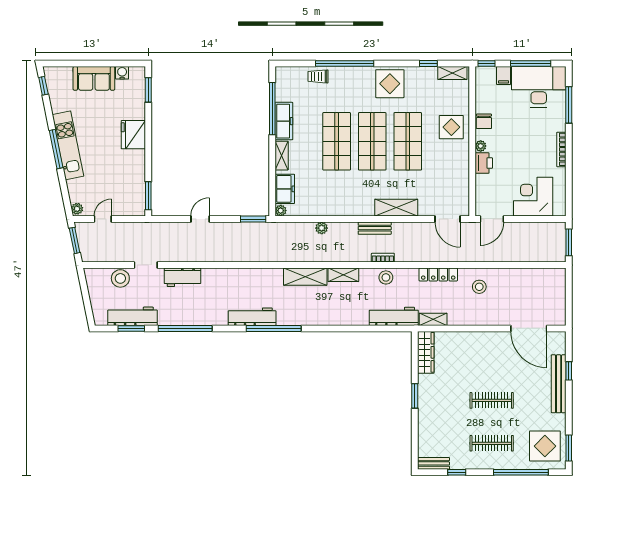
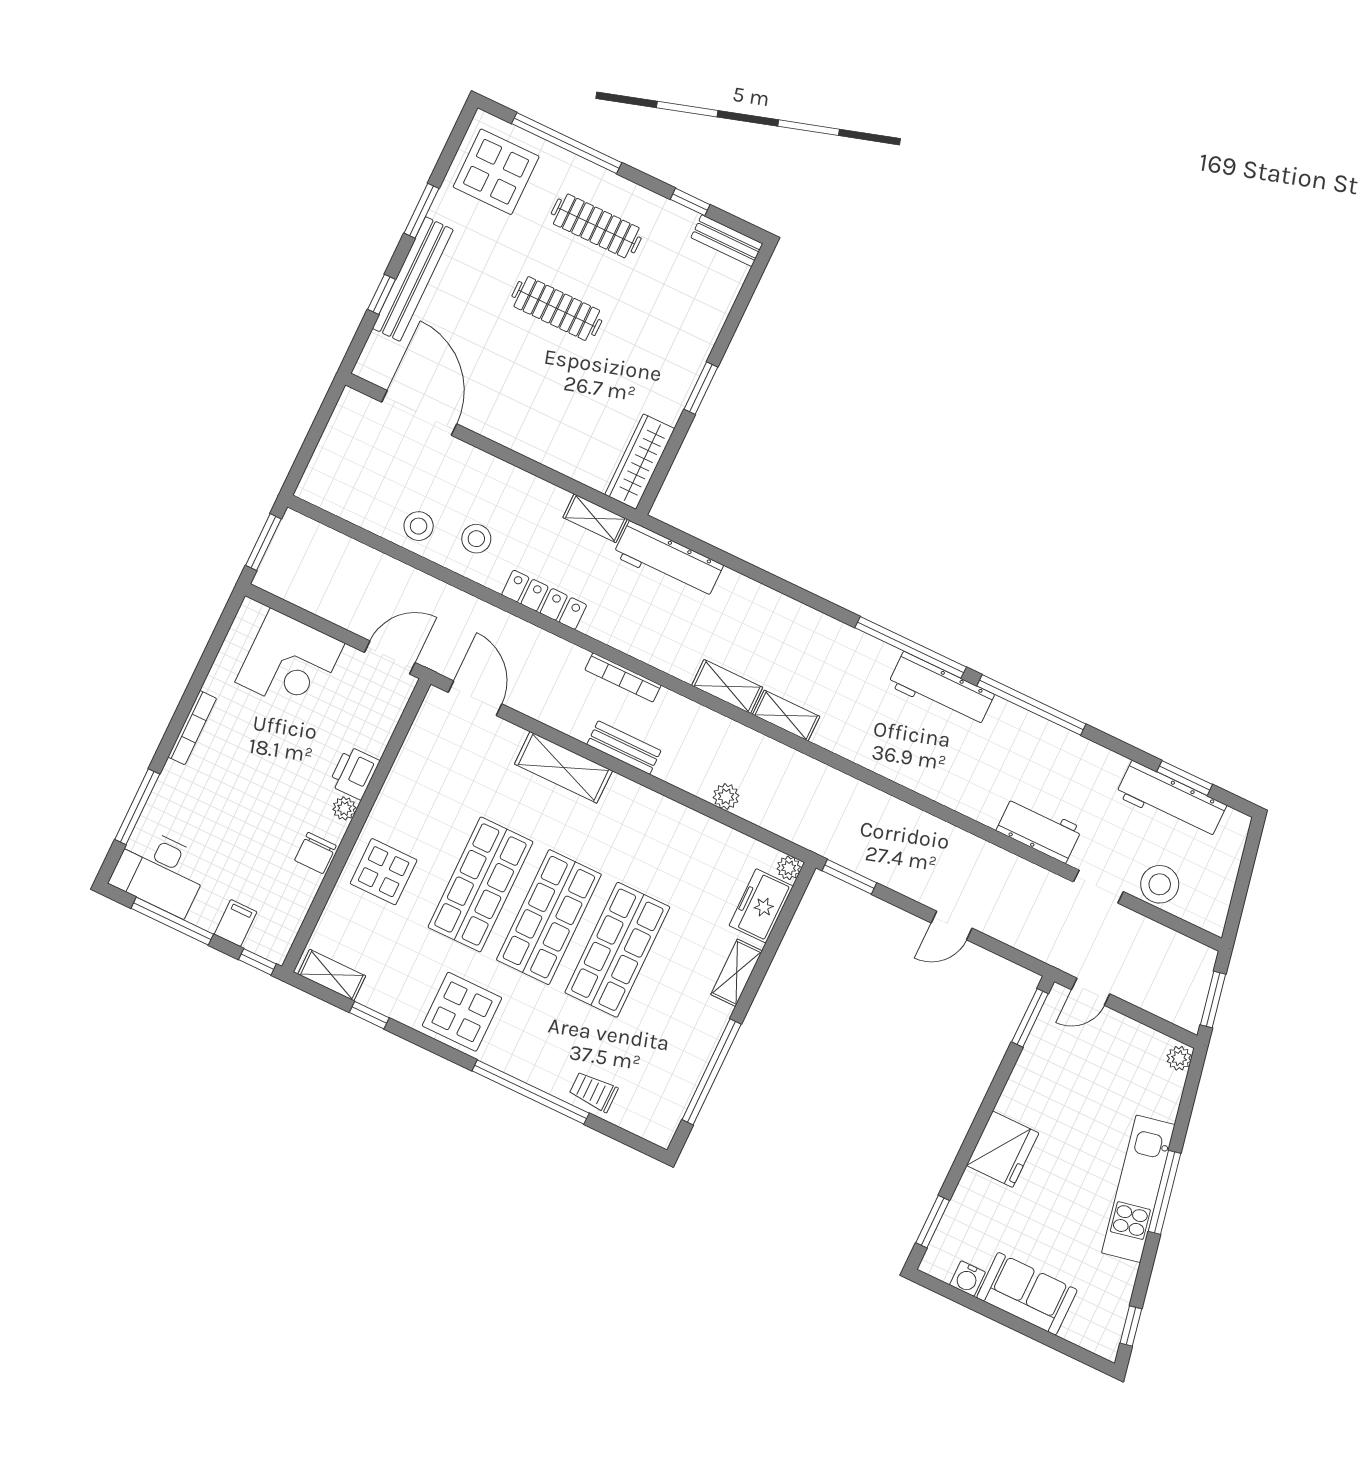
trolley: (318, 76) -> (594, 1092), turned 180
desk: (539, 87) -> (160, 872), width x0.73, depth x0.77
freezer: (284, 121) -> (701, 1037), removed
chair: (484, 121) -> (315, 853), turned 180
door: (103, 219) -> (1091, 992), moved
bookcase: (383, 258) -> (623, 677), width x1.56
shelving: (305, 277) -> (786, 716), width x0.67, depth x0.75
stool: (386, 277) -> (419, 526), moved
window: (185, 328) -> (1031, 705), moved
window: (569, 448) -> (421, 211), moved

